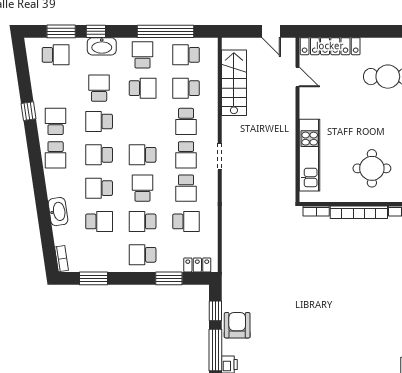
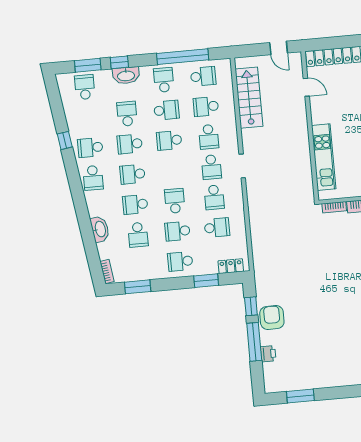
school desk: (56, 55) -> (85, 87), turned -90
school desk: (186, 55) -> (203, 76), turned 180
school desk: (56, 121) -> (90, 148), turned -90
school desk: (143, 155) -> (169, 140), moved
school desk: (99, 221) -> (138, 235), turned 90

